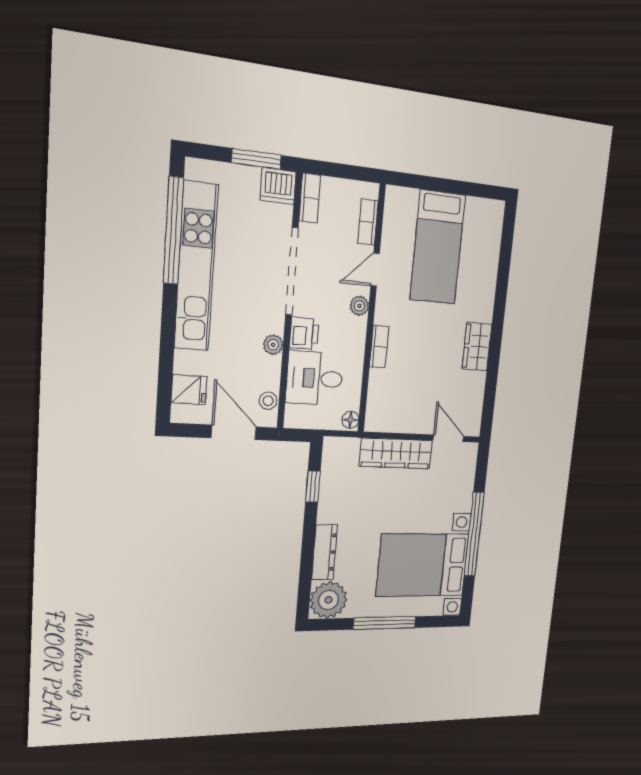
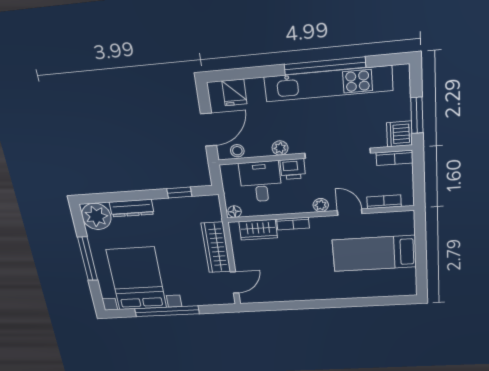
window: (173, 231) -> (325, 66), moved
wardrobe: (477, 347) -> (258, 230), moved, turned 180

